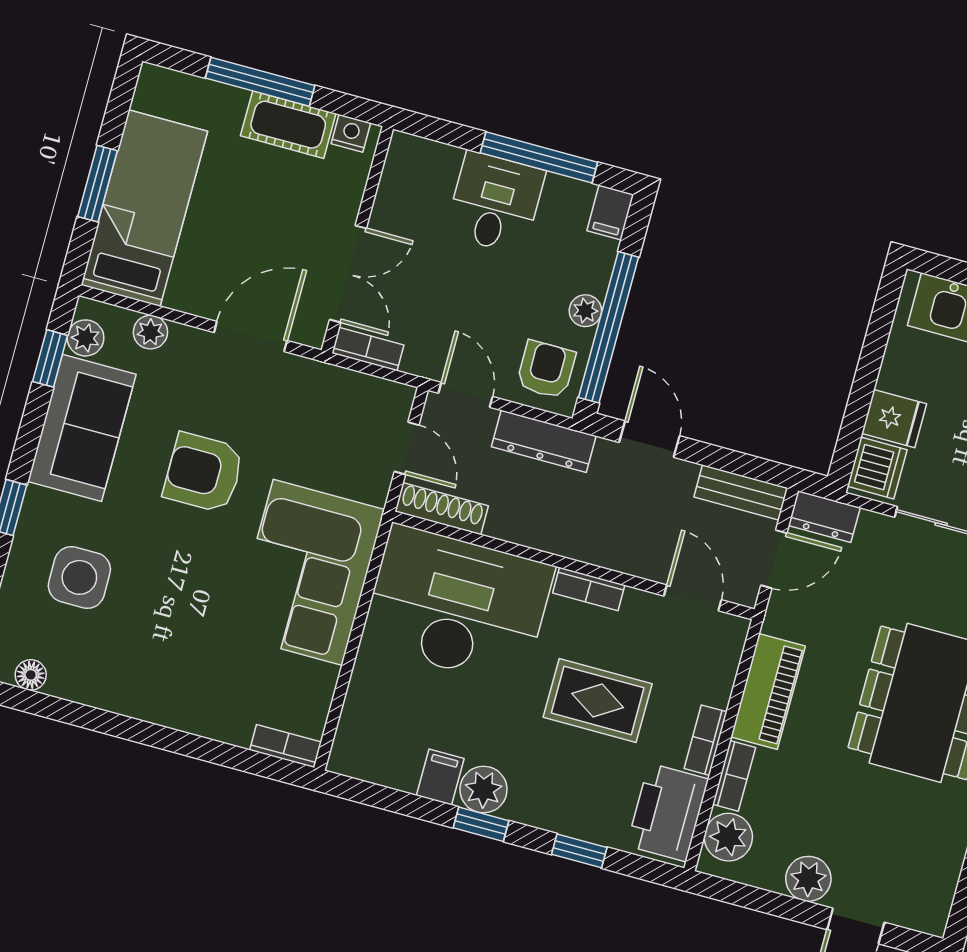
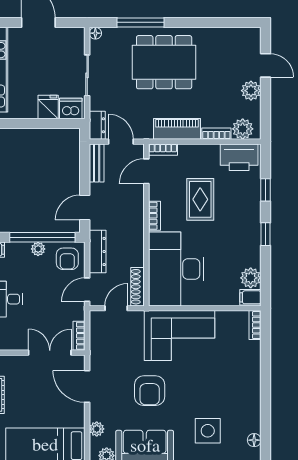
armchair: (546, 370) -> (67, 259), turned -90
bookcase: (706, 740) -> (163, 150), moved
filing cabinet: (440, 777) -> (250, 297), moved
plant: (483, 790) -> (251, 278), moved

